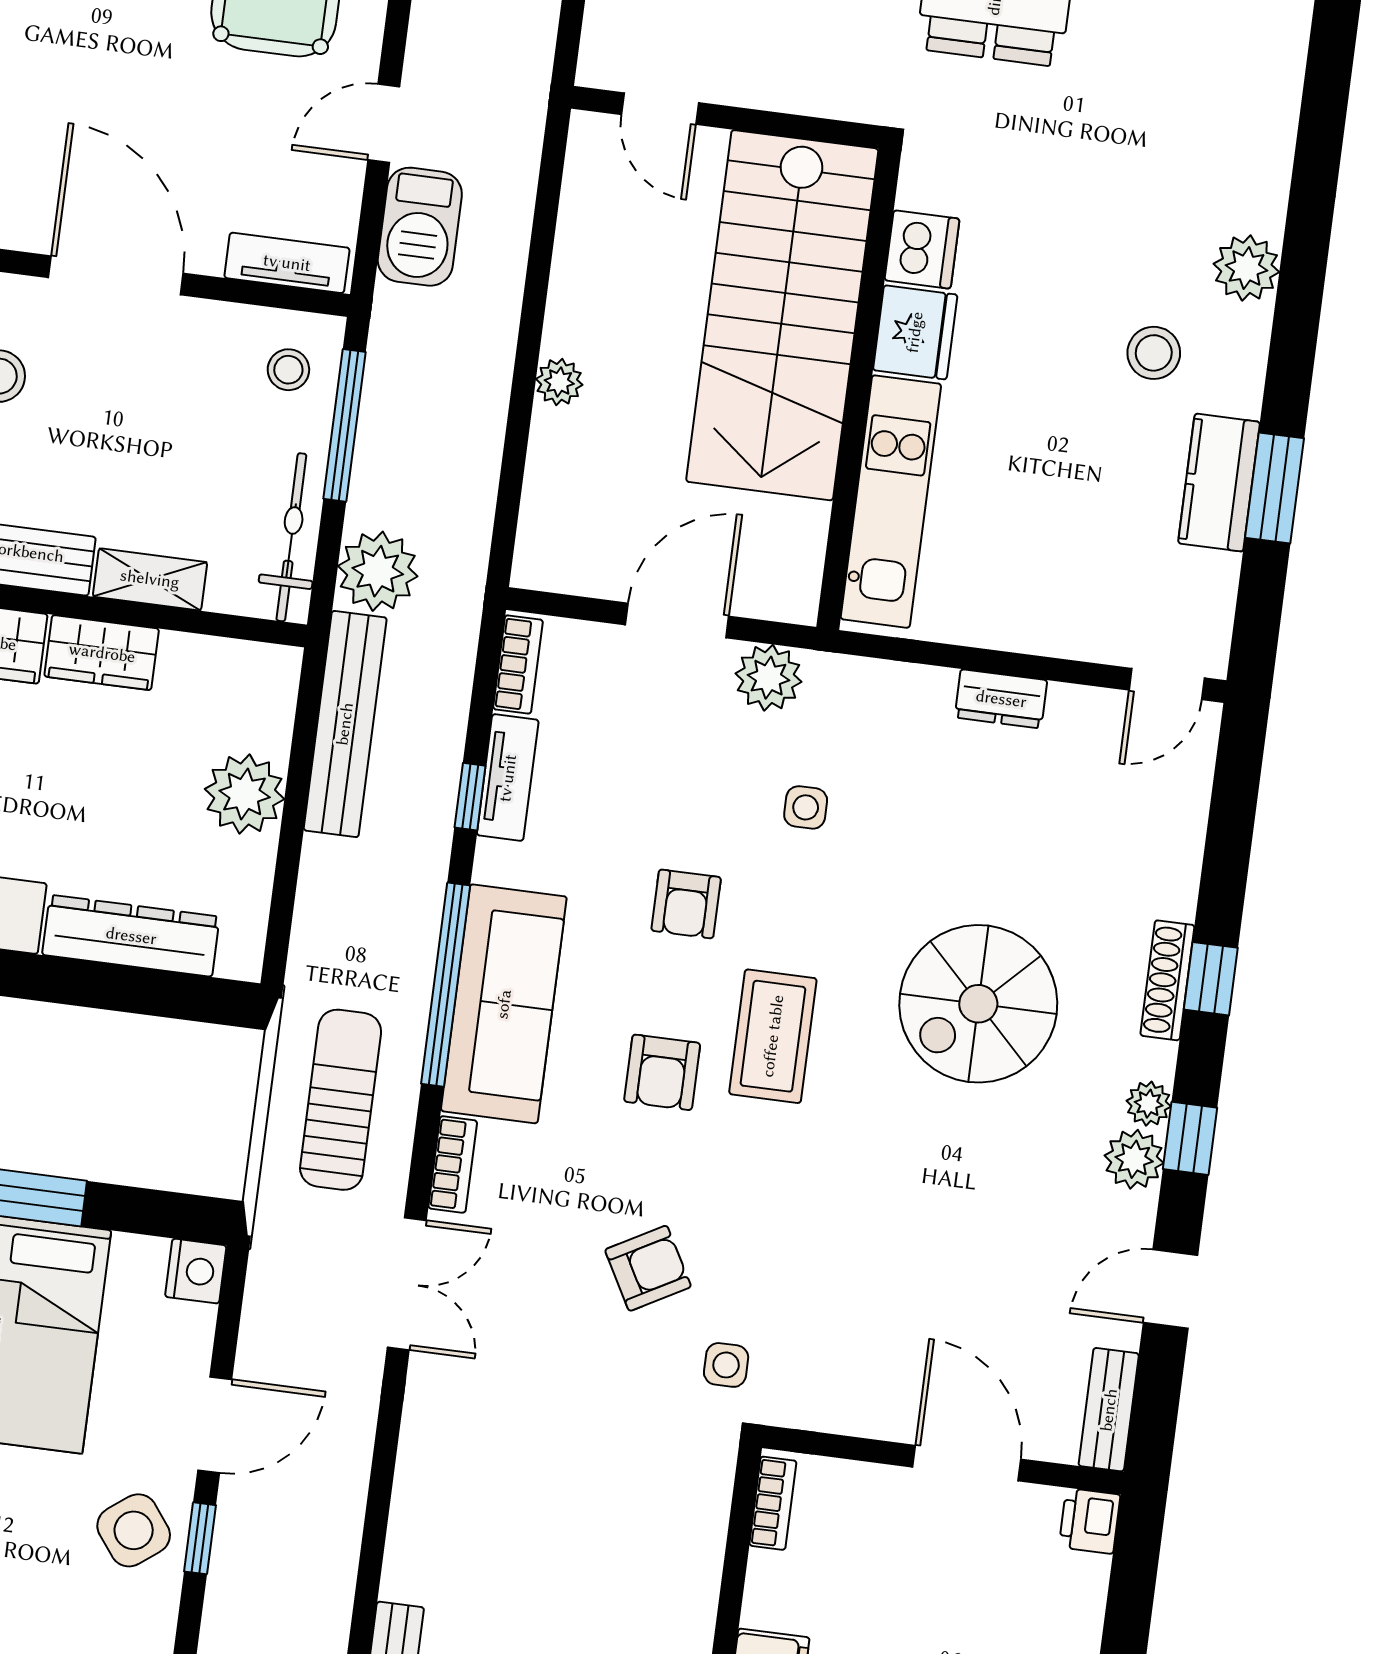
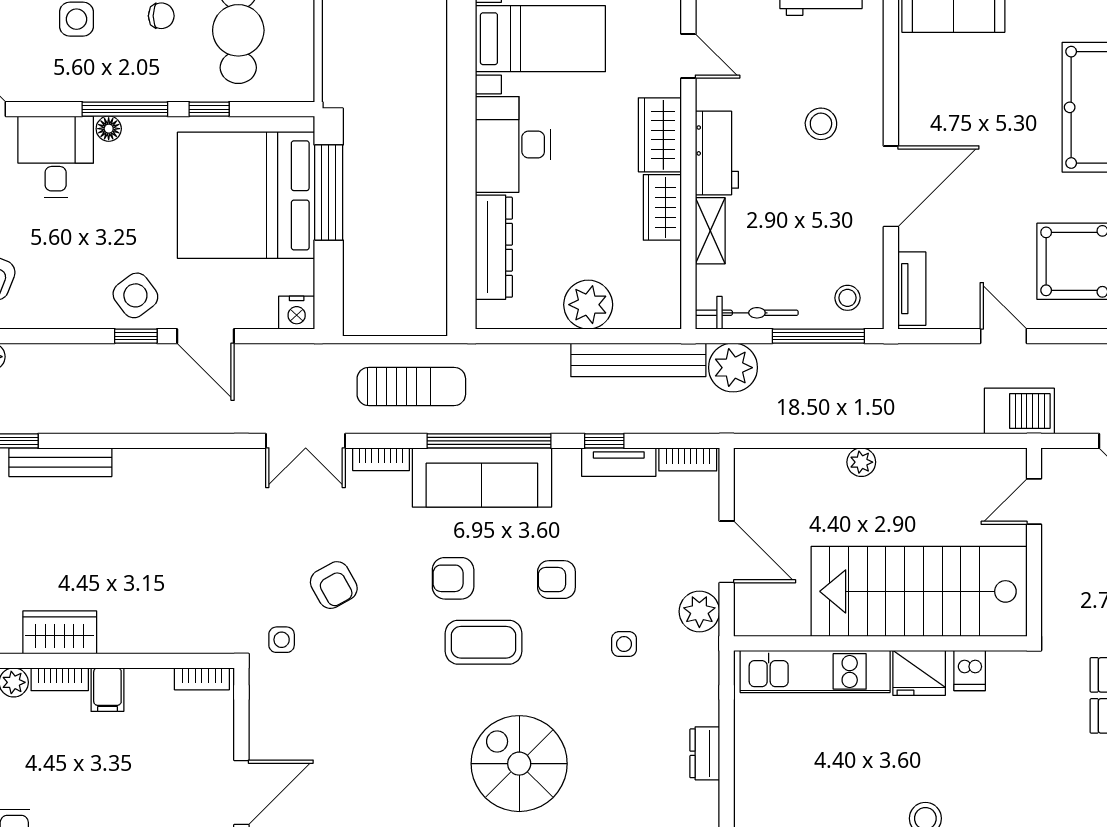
barbecue: (420, 227) -> (1019, 411), moved, turned 180
dishwasher: (922, 249) -> (970, 671), width x0.73

